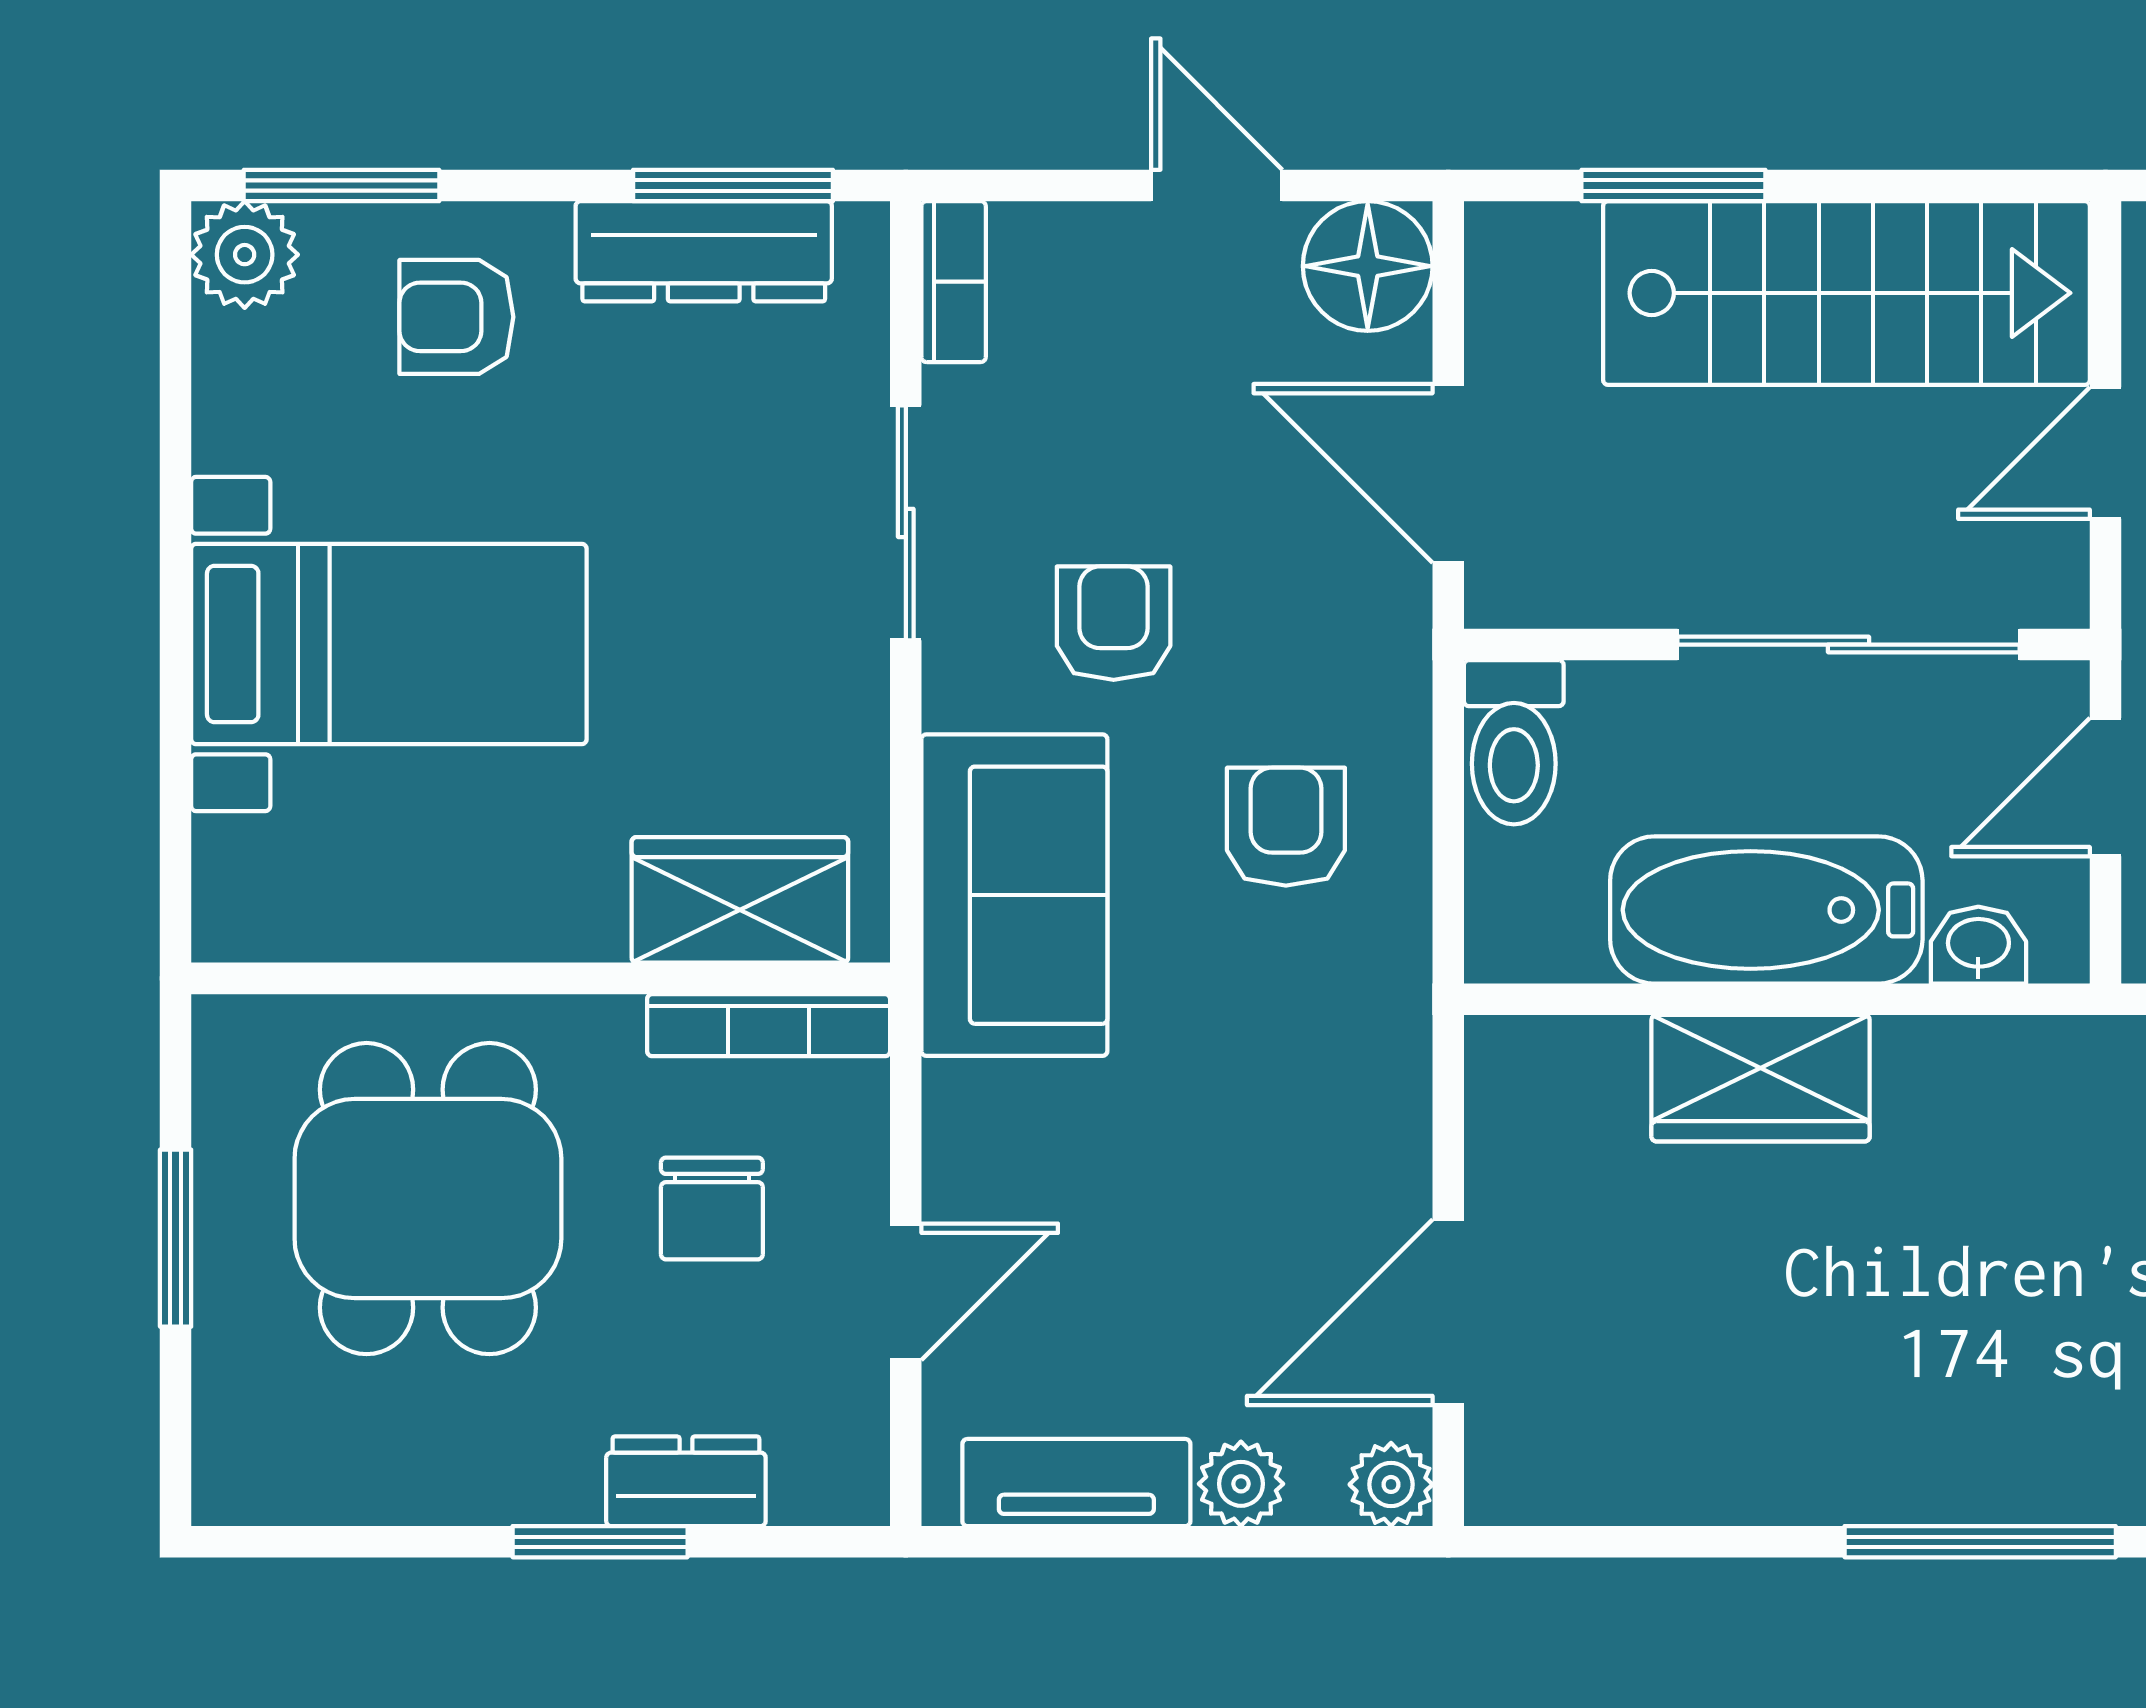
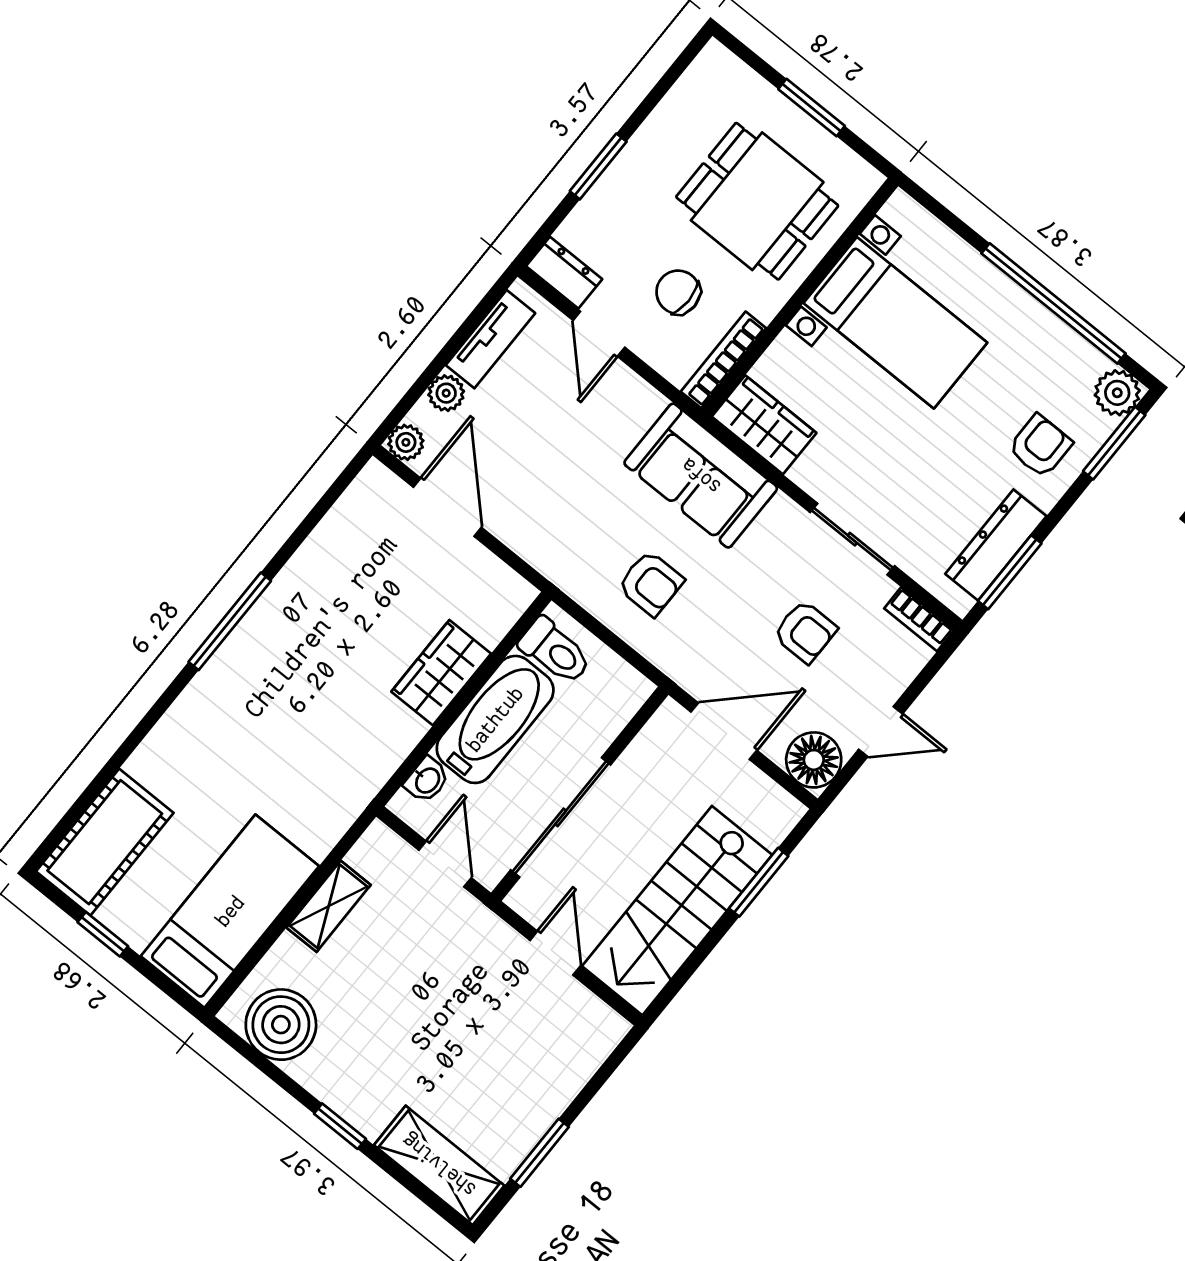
window: (176, 504) -> (1053, 303), added
armchair: (1114, 623) -> (805, 632), moved
bed with nightstands: (389, 644) -> (895, 323), moved, turned -90
toilet: (1514, 742) -> (555, 651), moved, turned 180
wardrobe: (740, 900) -> (764, 425), moved, turned -90
dresser: (686, 1481) -> (564, 273), moved, turned -90

